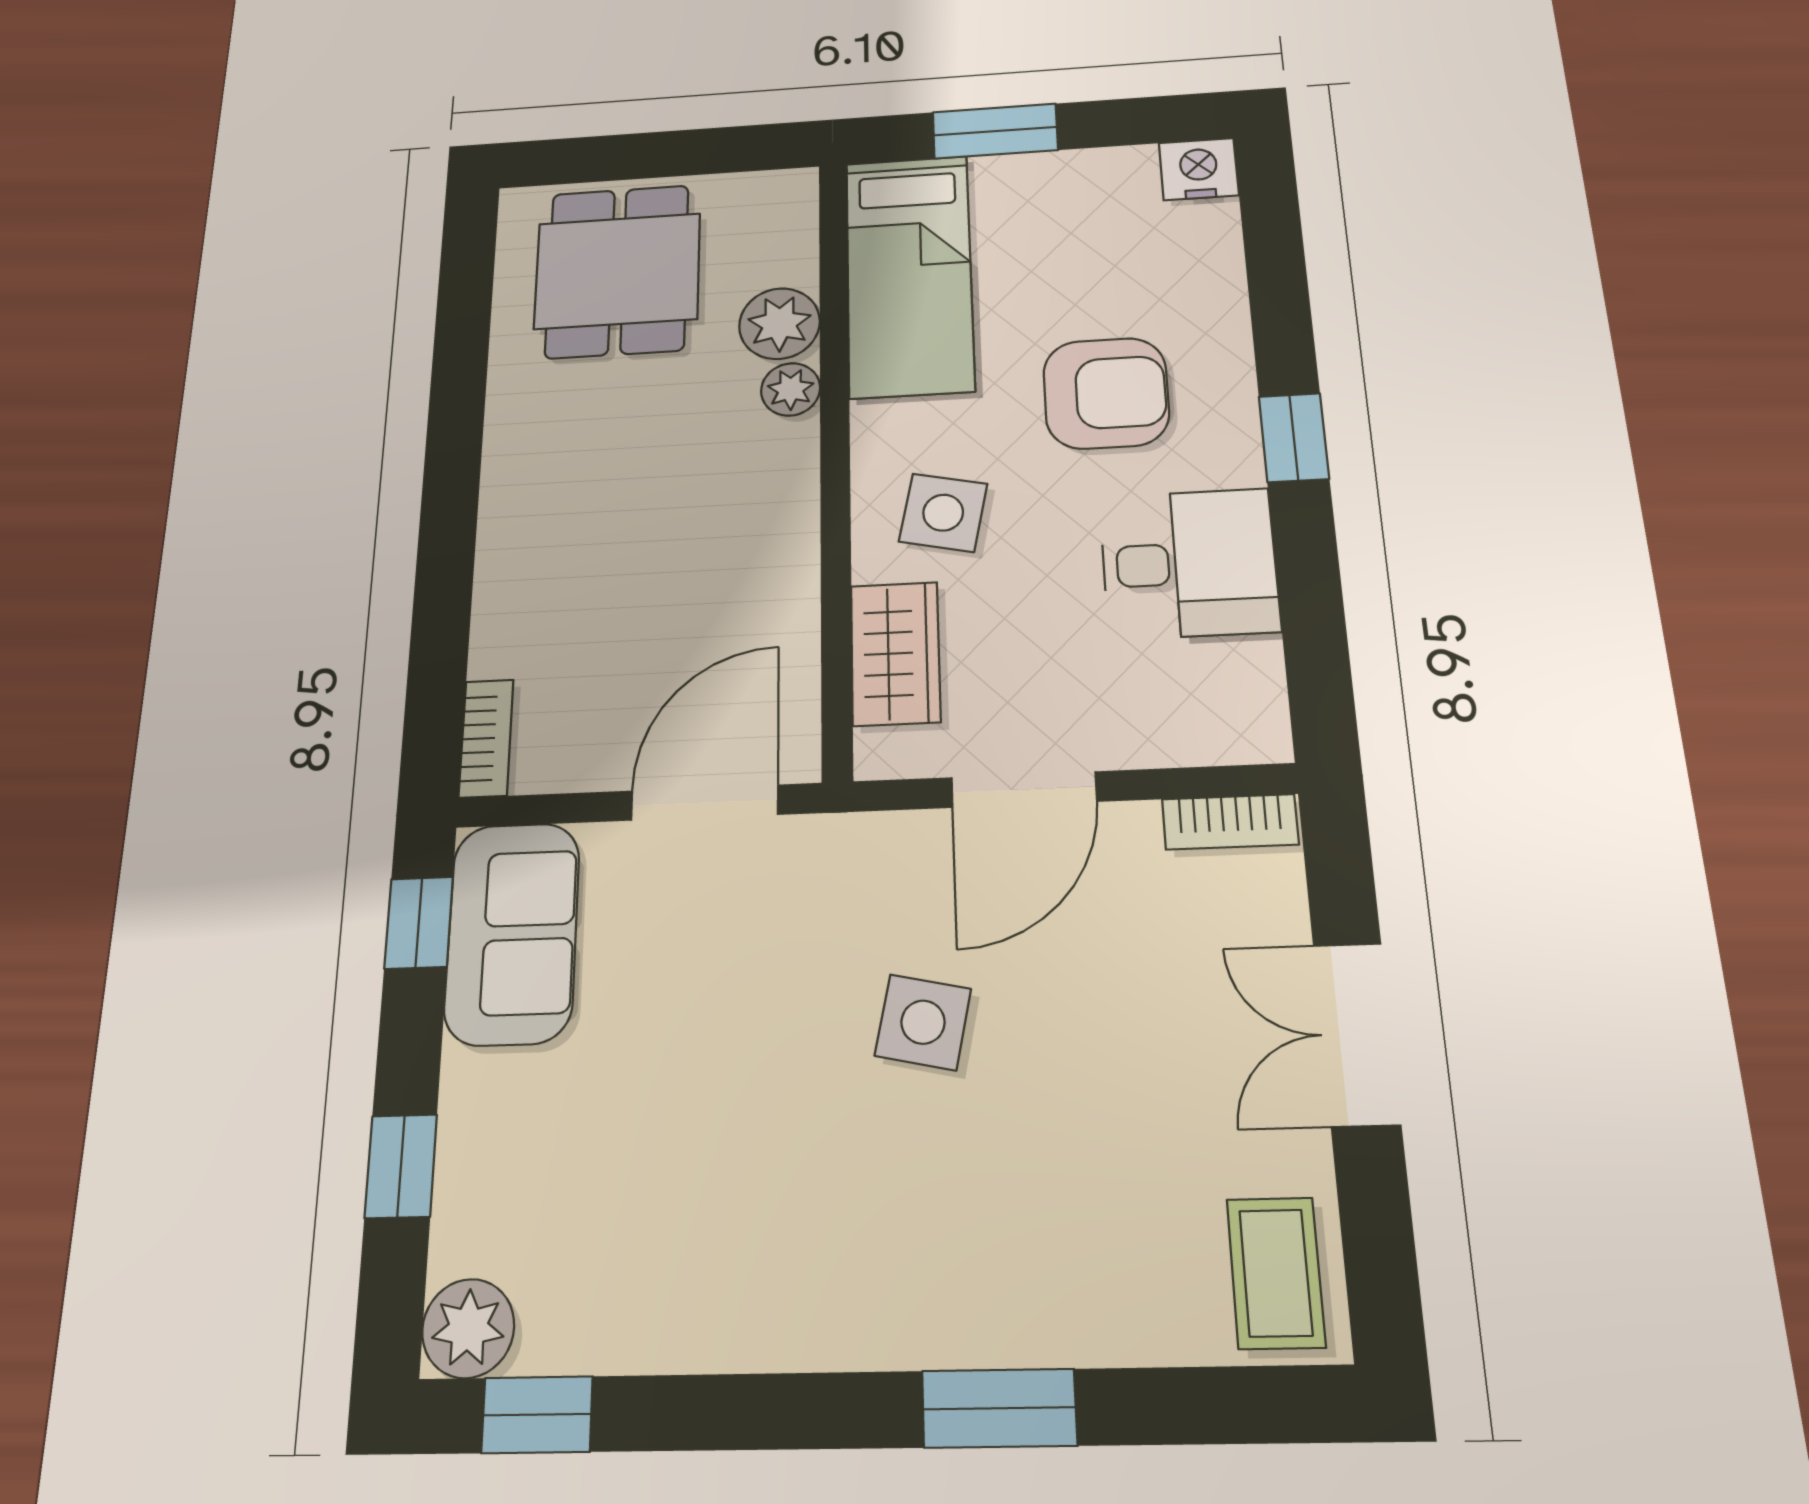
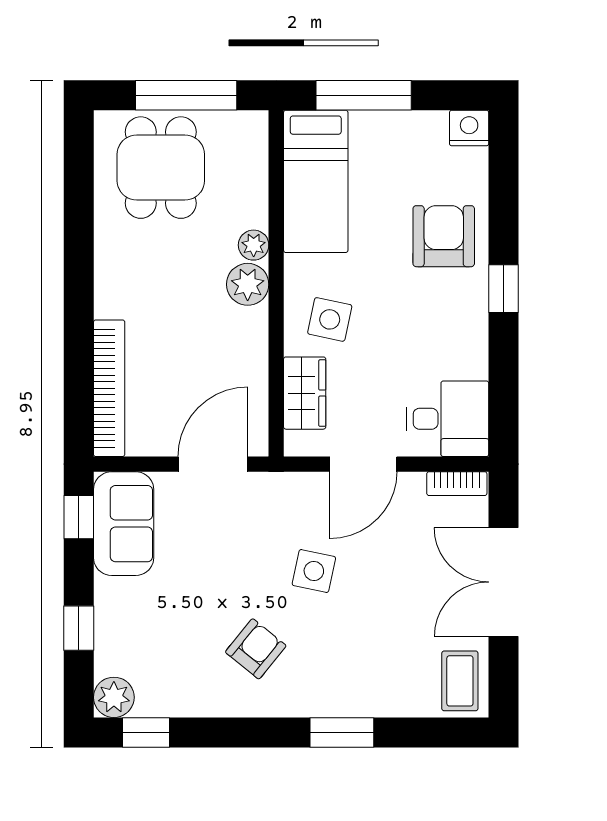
window: (995, 131) -> (364, 95), width x1.44
window: (668, 154) -> (186, 95), added
plant: (779, 324) -> (248, 284), moved
armchair: (1106, 393) -> (444, 236), moved, turned -90
desk: (1189, 563) -> (448, 419), moved
bookcase: (486, 738) -> (109, 388), width x2.31, depth x1.31
double door: (1356, 1034) -> (504, 582), width x1.37
armchair: (794, 1205) -> (256, 649), added

